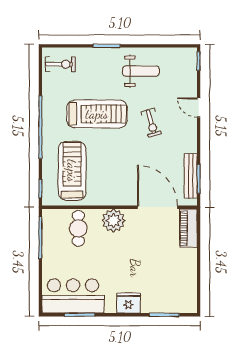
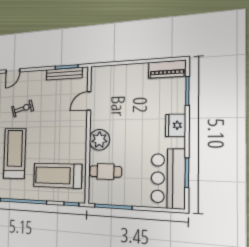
door: (157, 207) -> (89, 101), width x0.53
piano: (188, 228) -> (167, 69), moved

